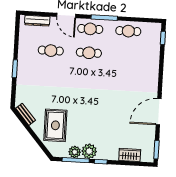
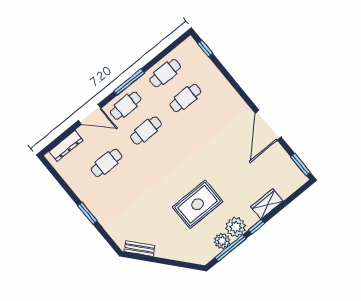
cafe table: (127, 55) -> (185, 98), added
rug: (55, 125) -> (198, 204), moved, turned 90
wardrobe: (130, 155) -> (267, 204), moved

